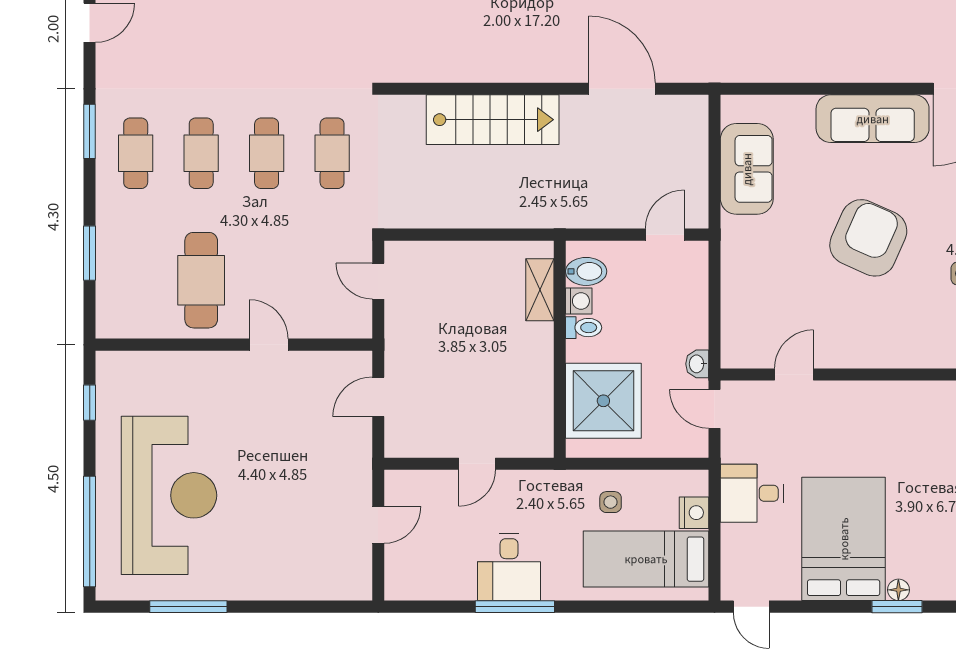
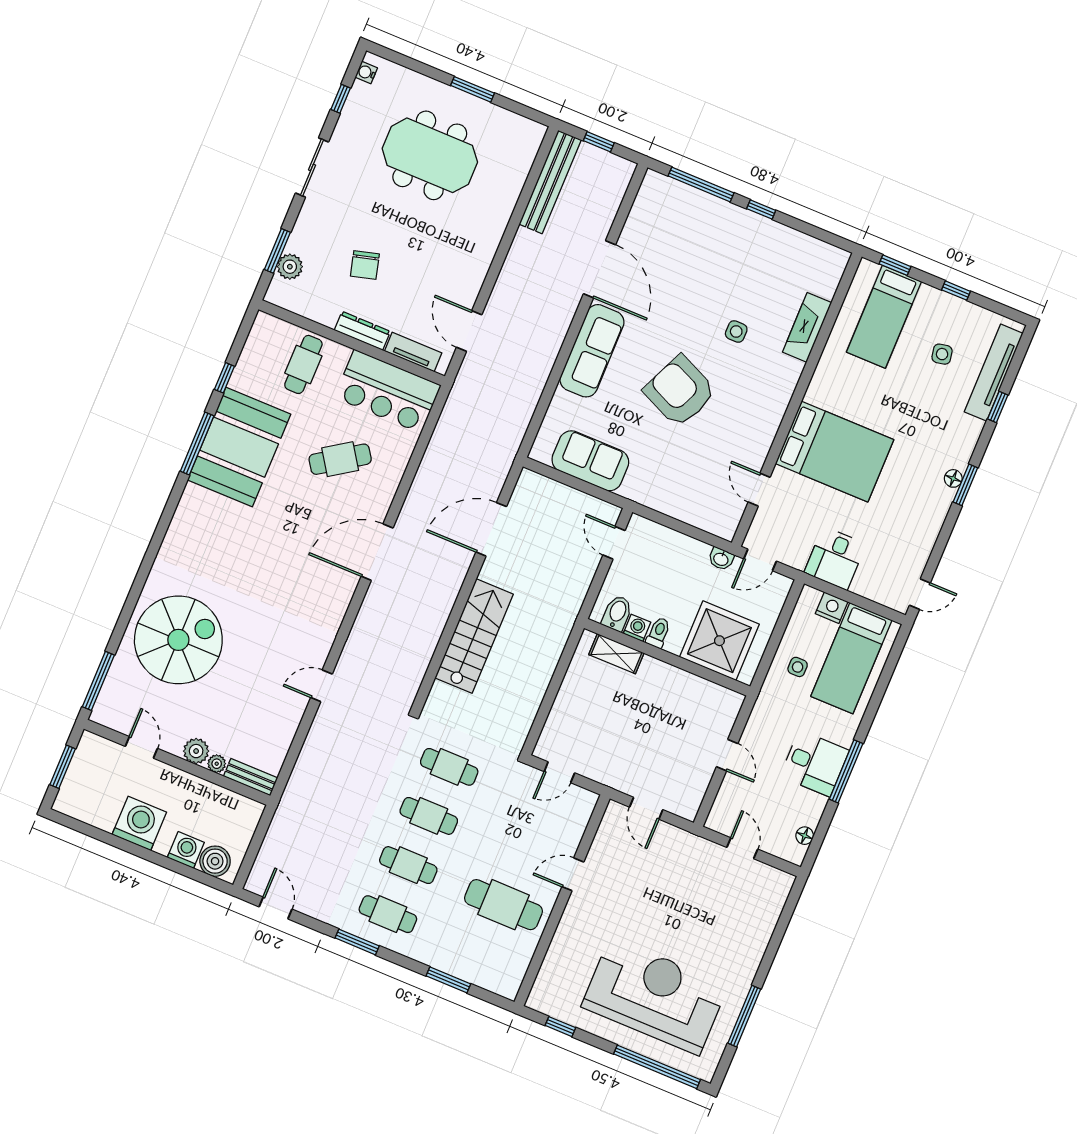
bed: (844, 539) -> (835, 452), moved, turned 180
floor lamp: (422, 590) -> (805, 836), added

